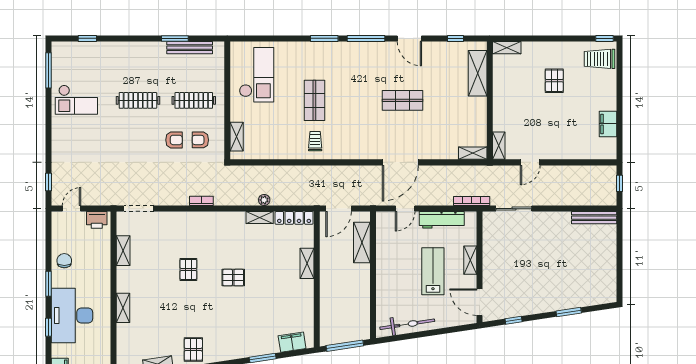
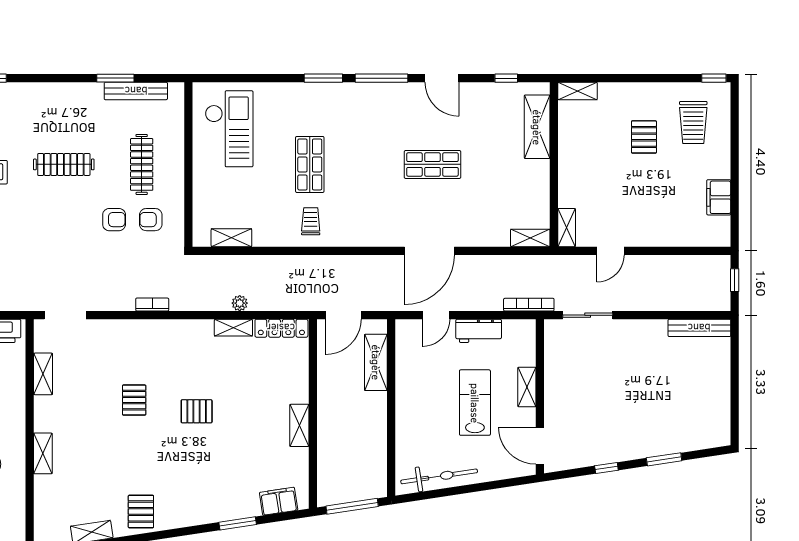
trolley: (599, 59) -> (693, 122), moved, turned -90
clothes rail: (194, 100) -> (142, 164), turned 90
shelving: (237, 137) -> (231, 238), moved, turned 90
workbench: (442, 220) -> (479, 331), width x0.73
shelving: (307, 263) -> (299, 425), moved
window: (514, 320) -> (606, 468), moved

